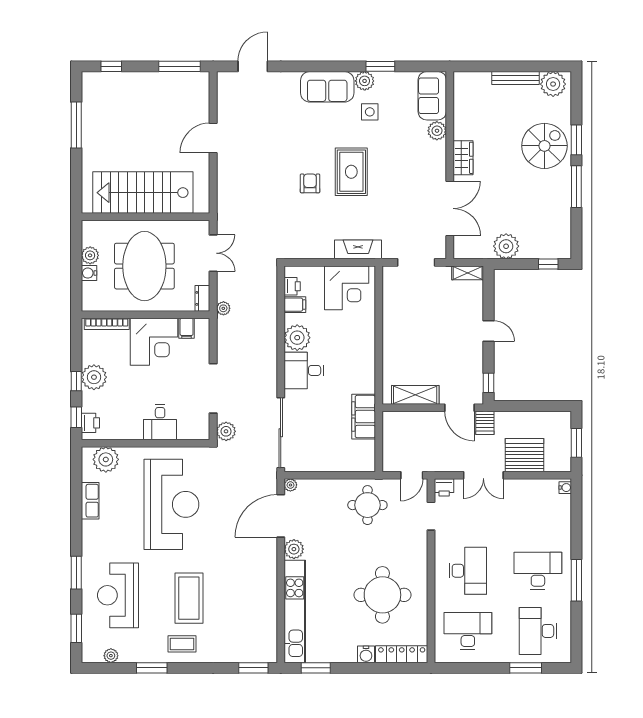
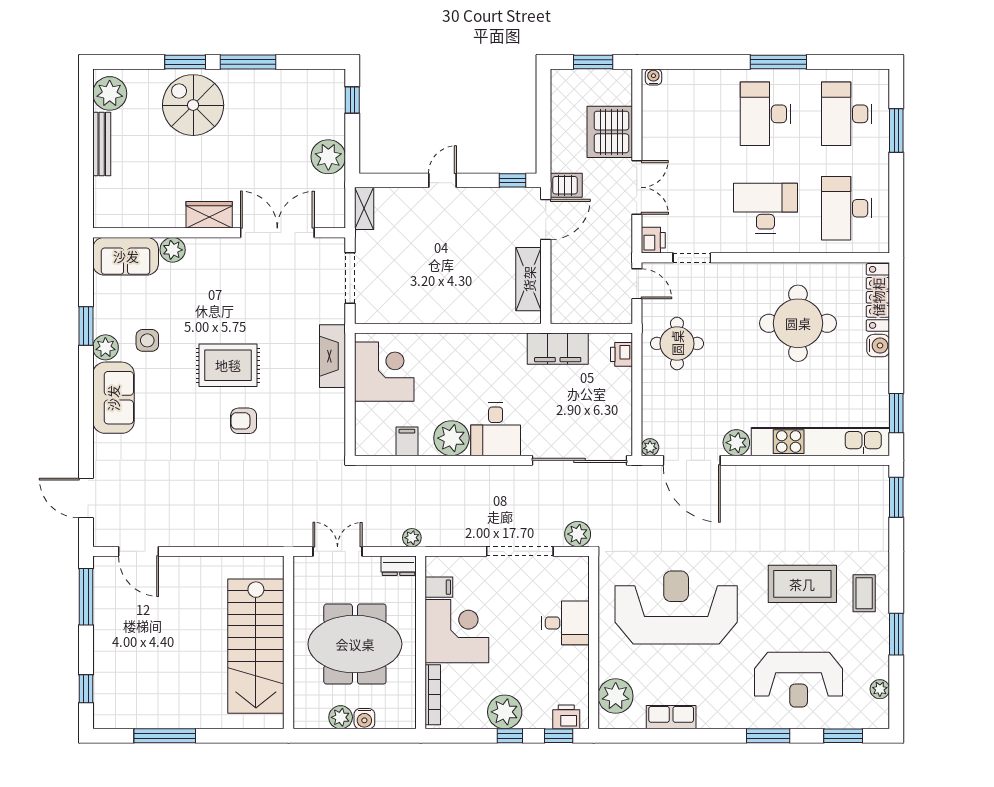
door: (213, 138) -> (138, 551), moved
printer: (292, 286) -> (621, 354), moved, turned -90
desk: (538, 631) -> (847, 114), turned 90

